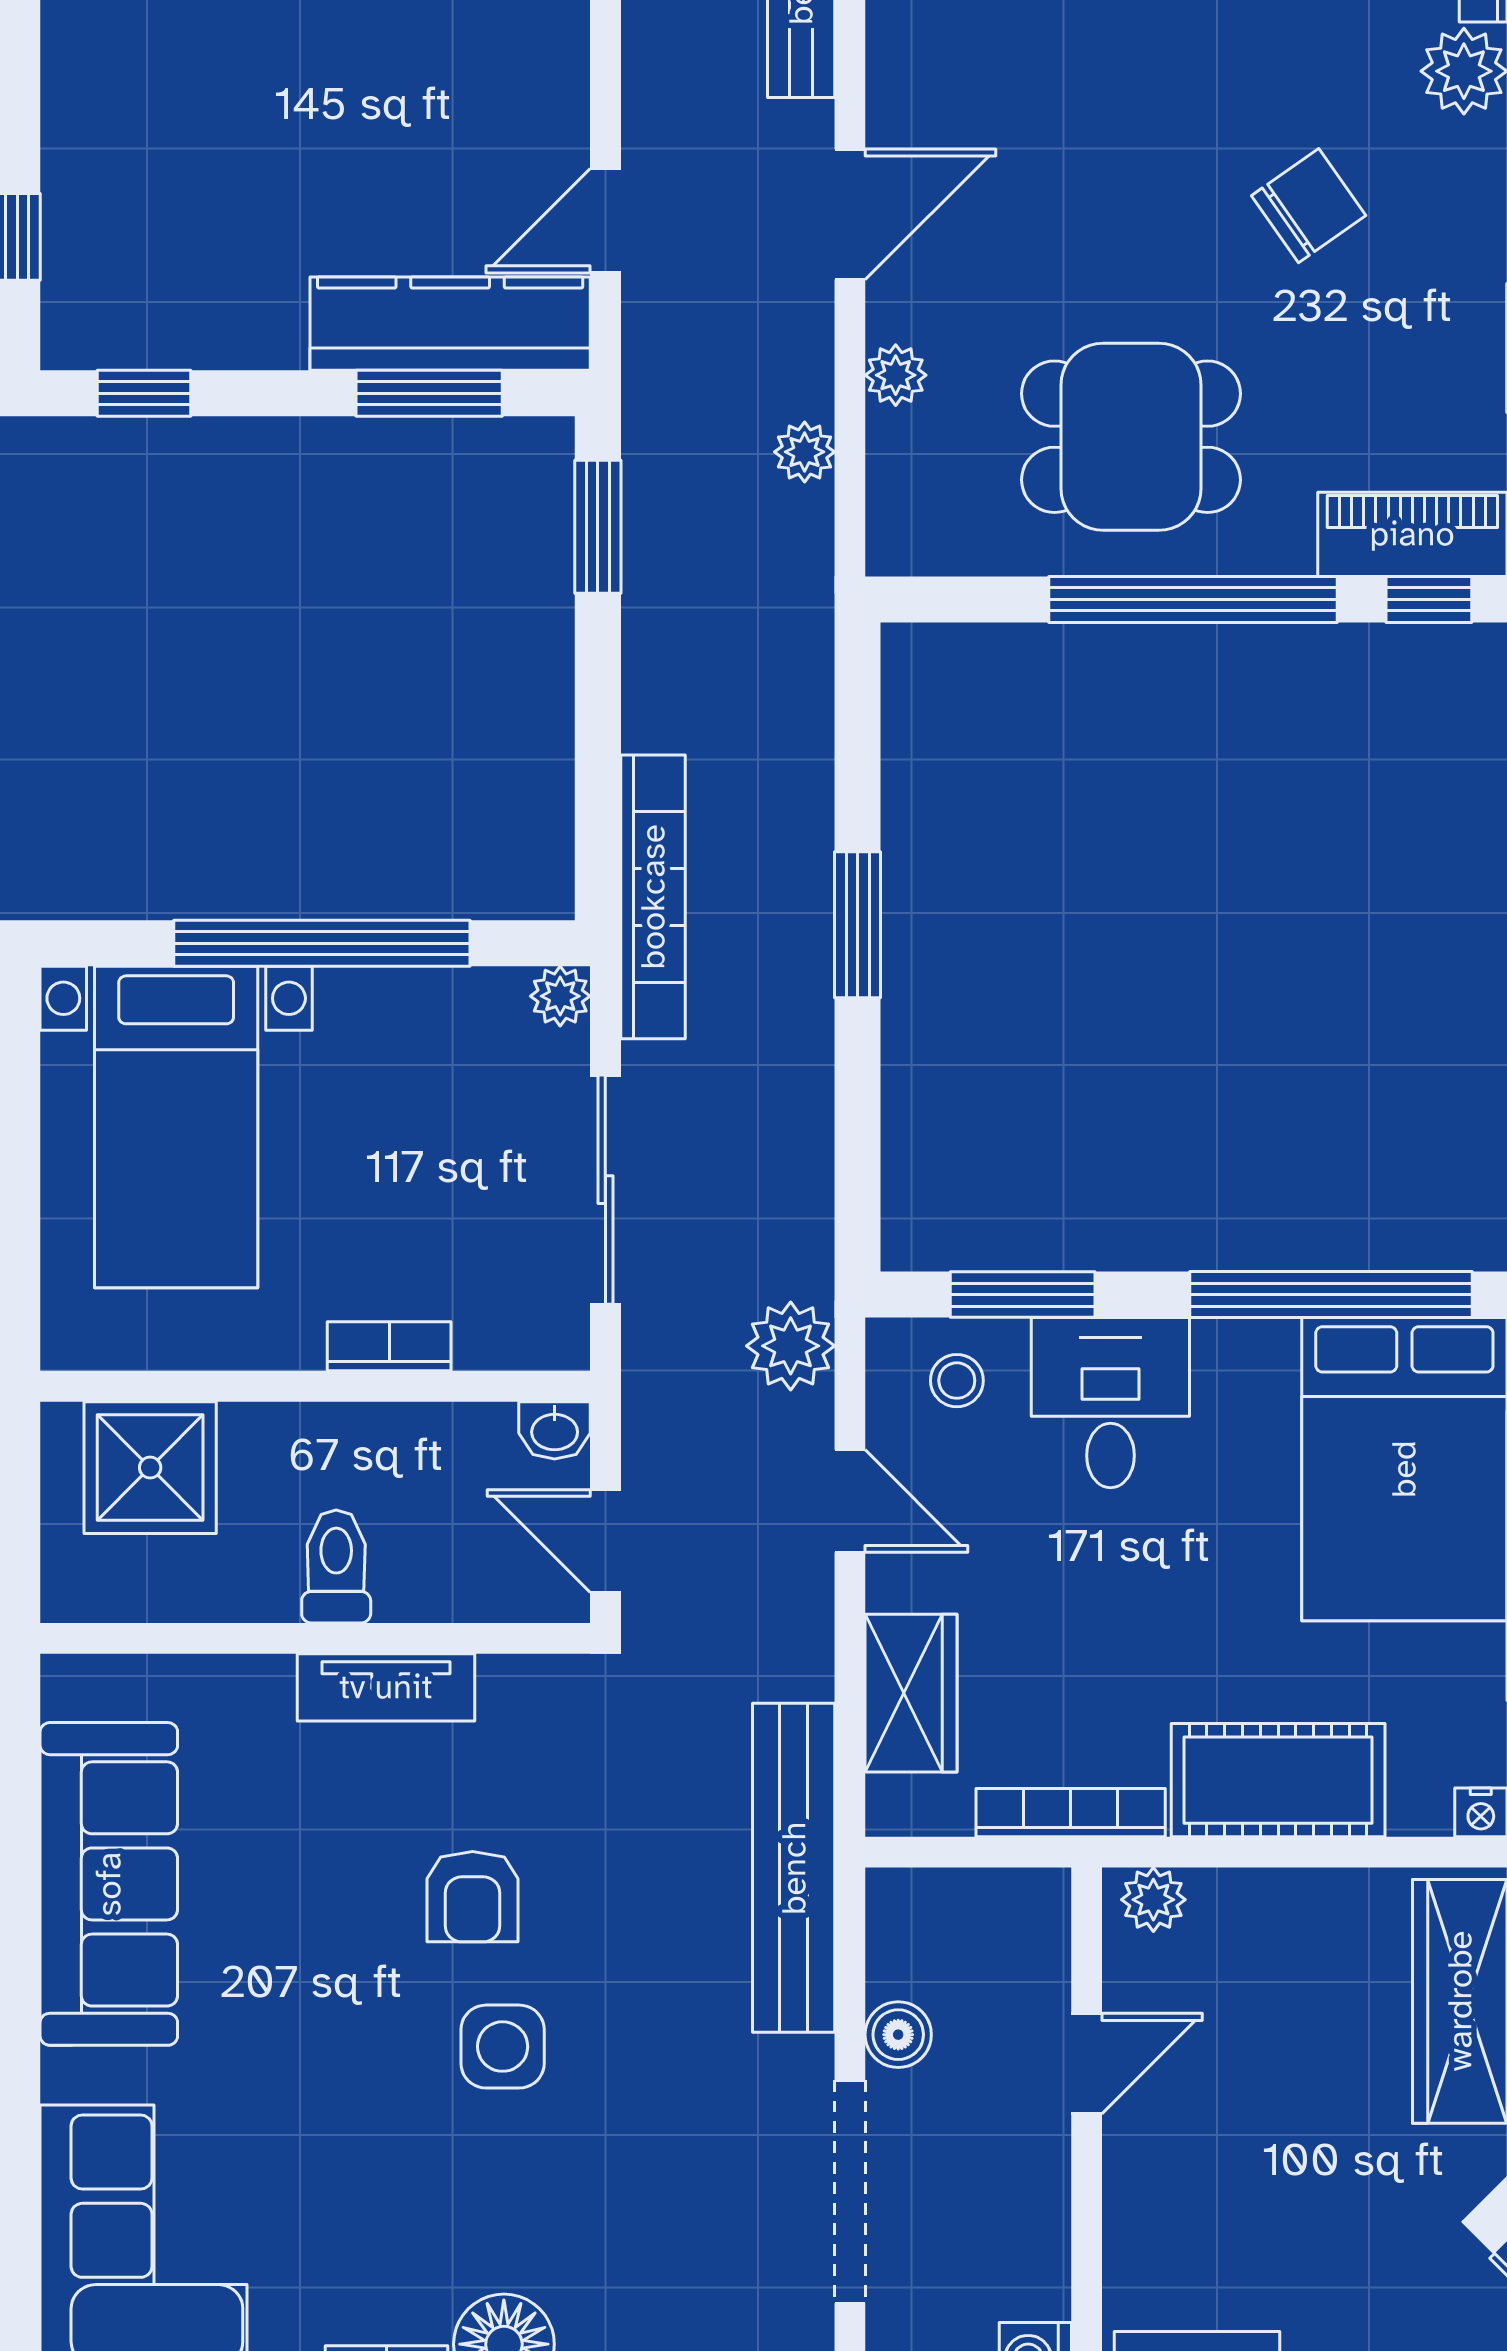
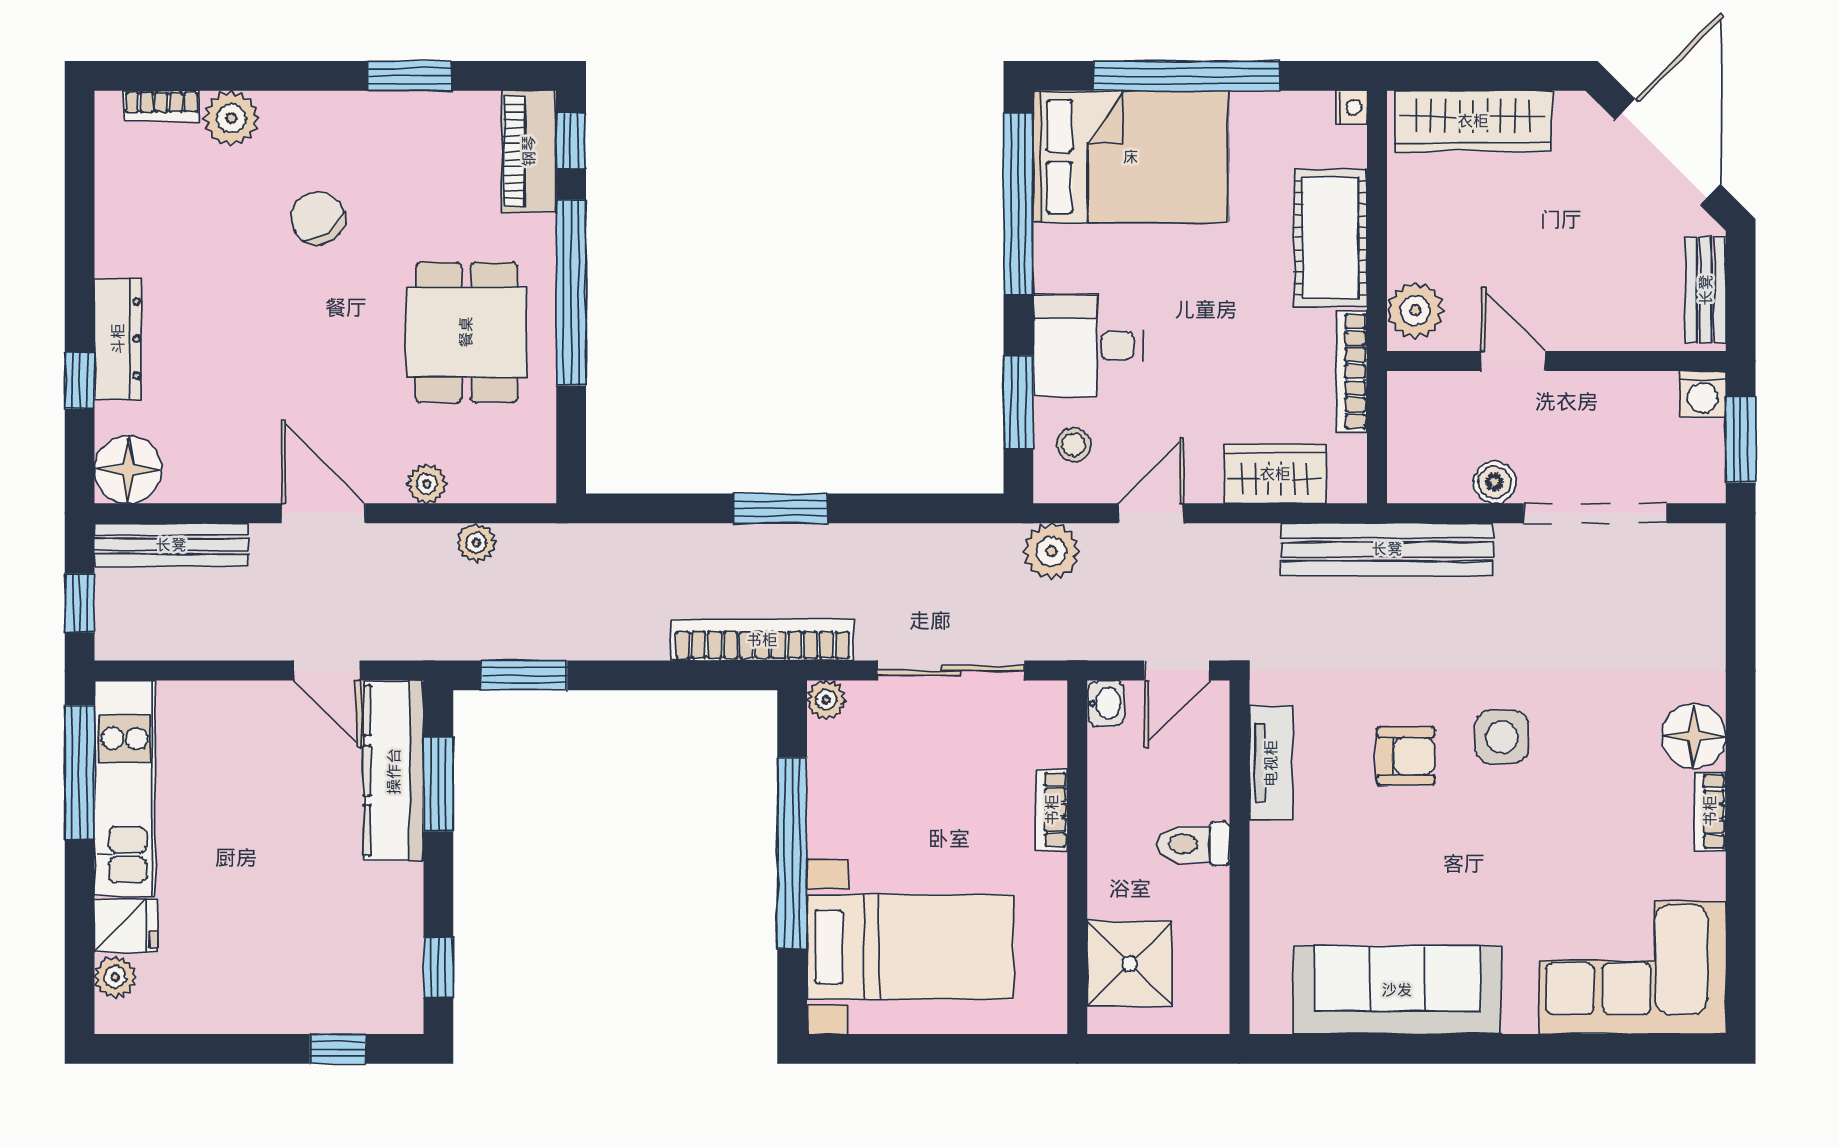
tv unit: (386, 1687) -> (1271, 763), moved
plant: (1153, 1900) -> (1415, 310), width x1.38, depth x1.38

